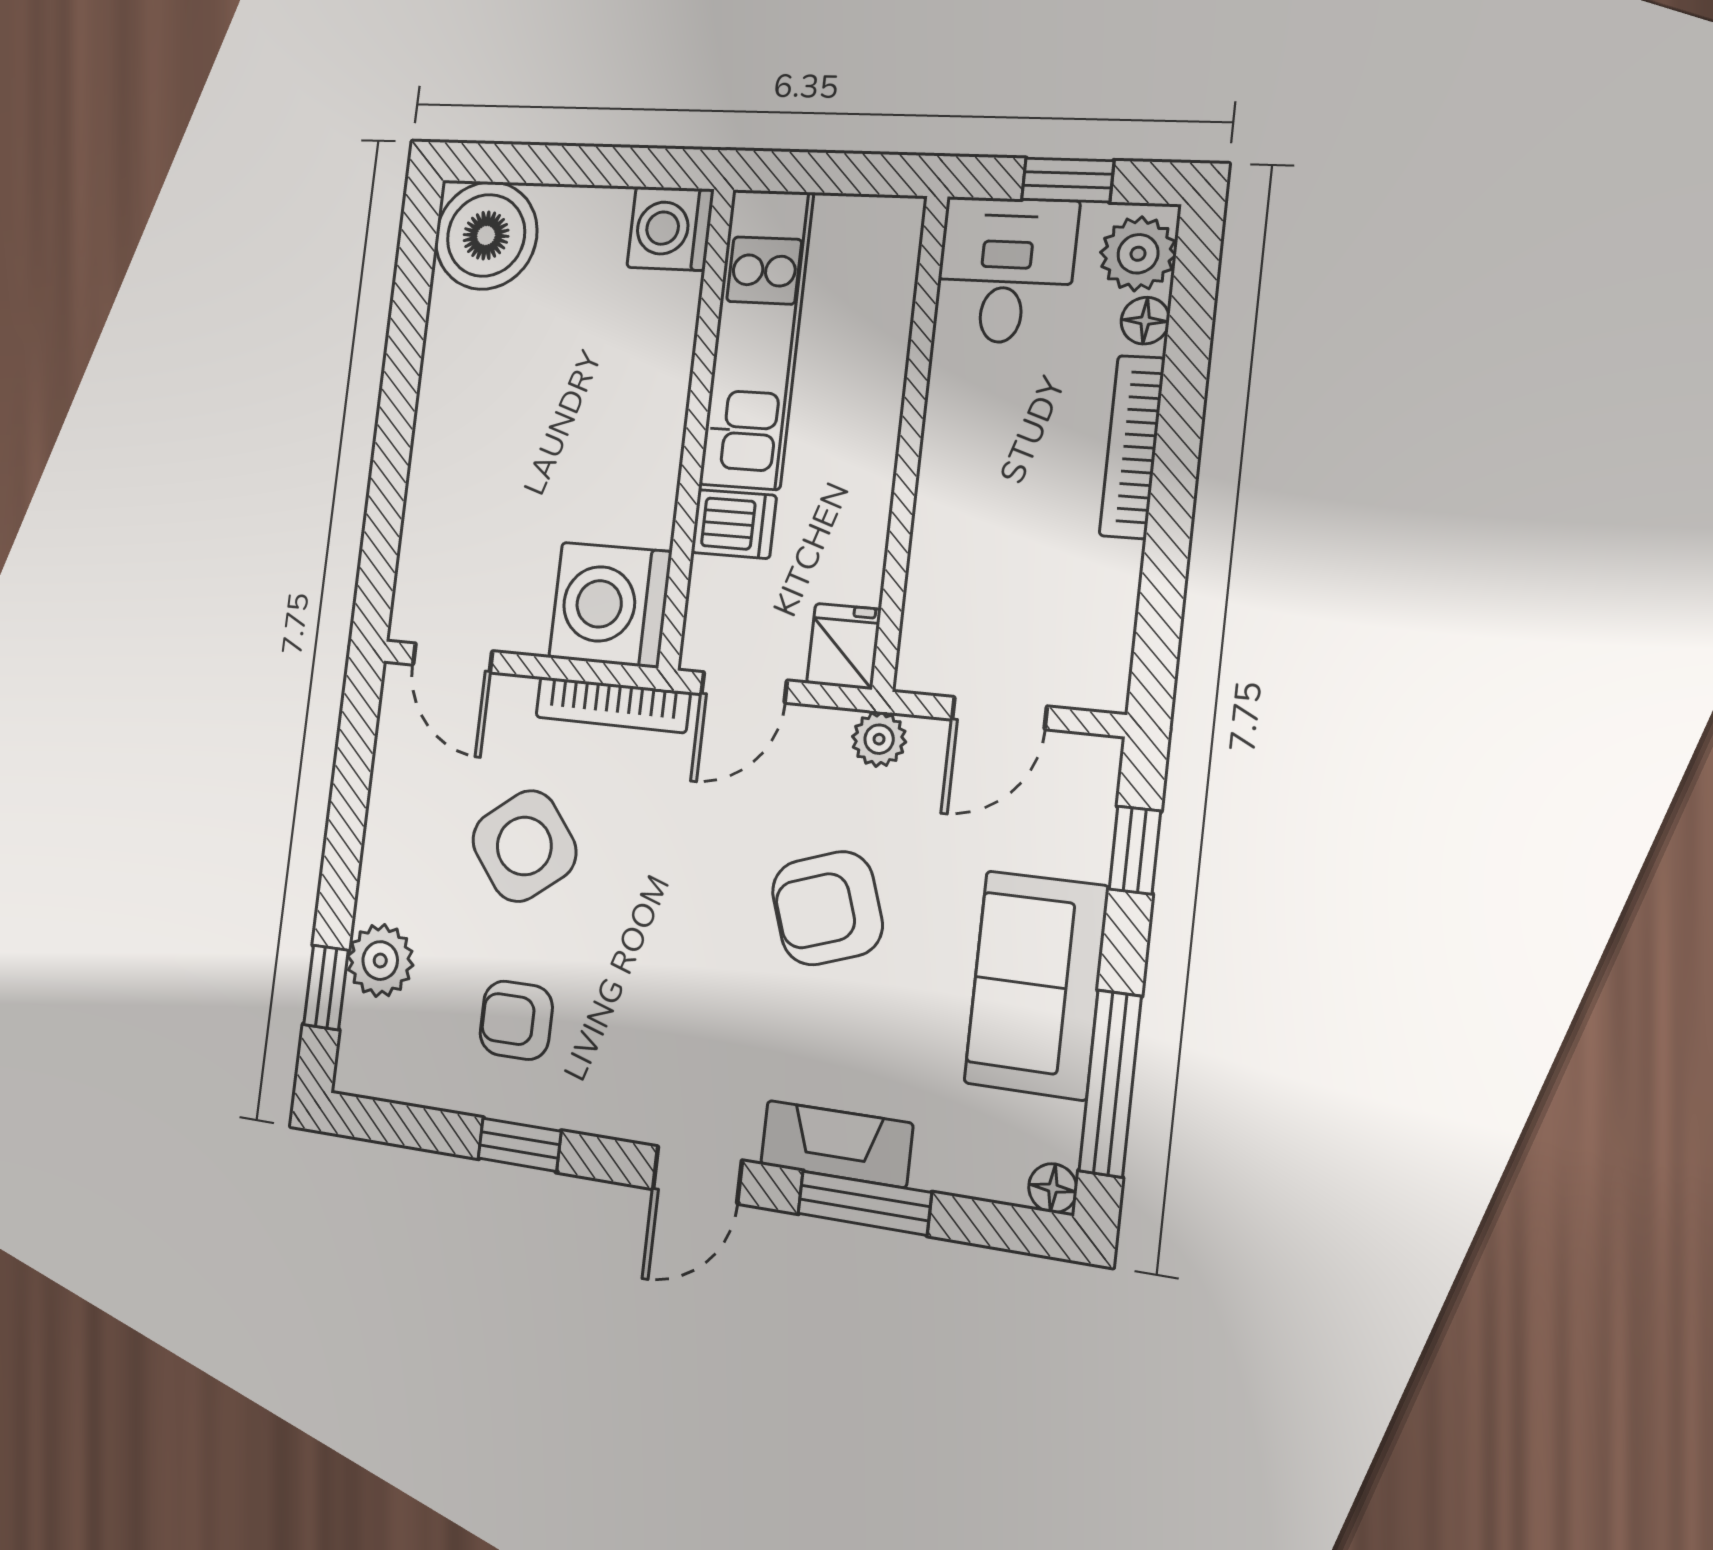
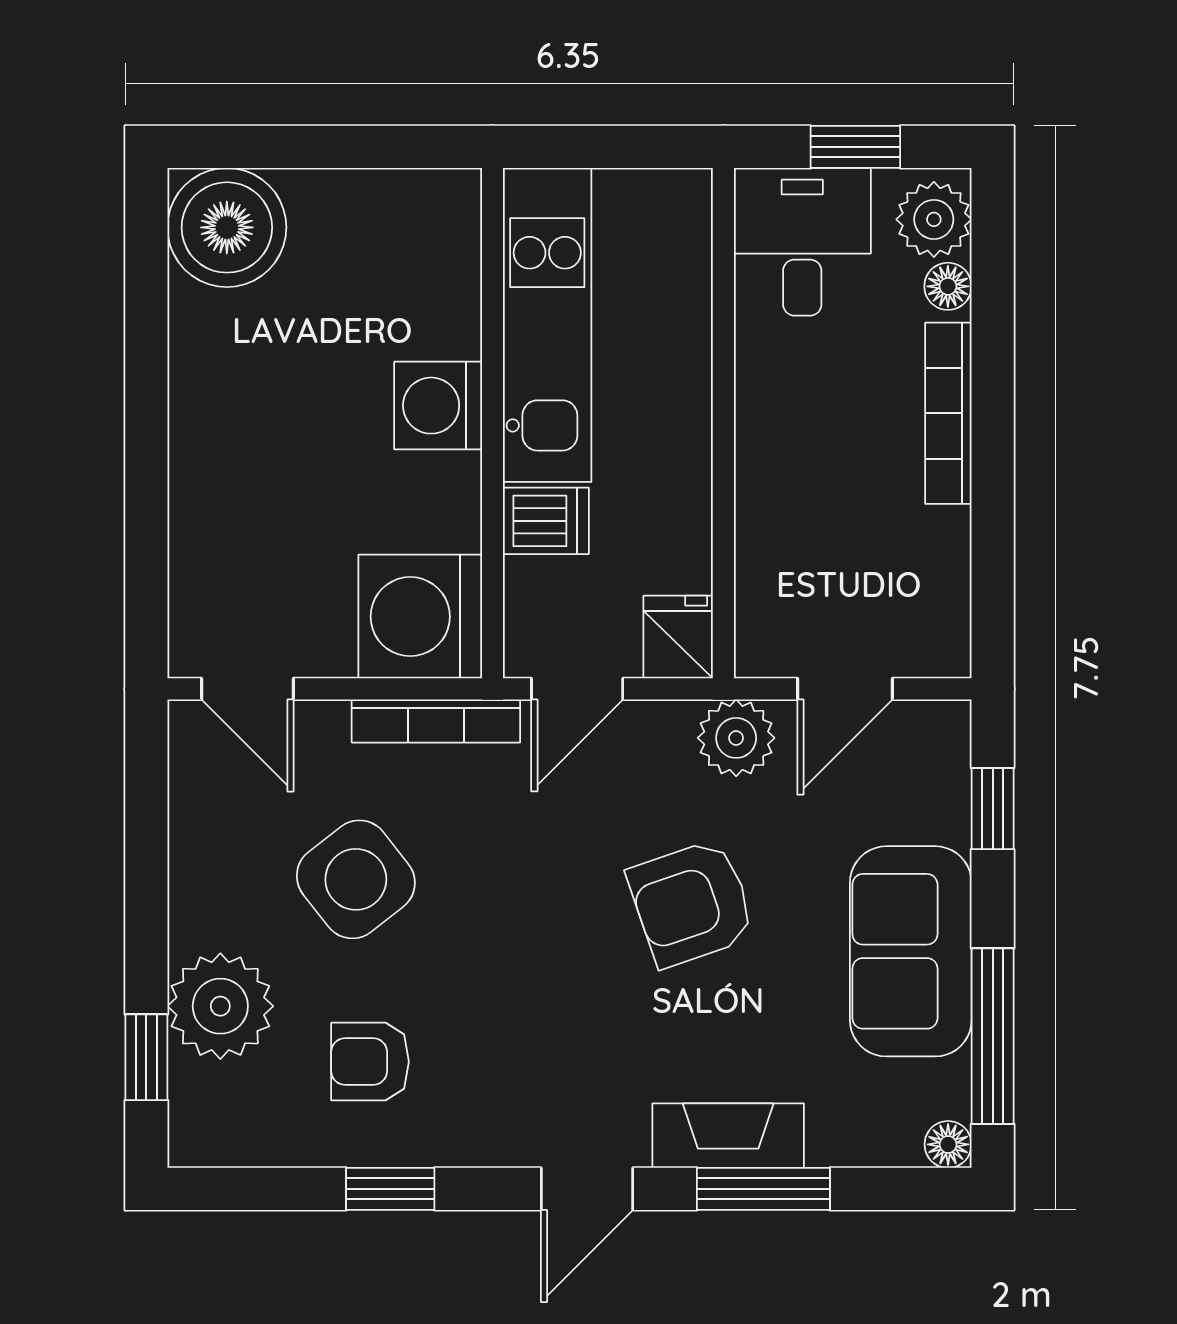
washing machine: (670, 228) -> (438, 406), moved
plant: (879, 739) -> (736, 738), width x1.38, depth x1.38
plant: (380, 961) -> (220, 1006), width x1.36, depth x1.36

